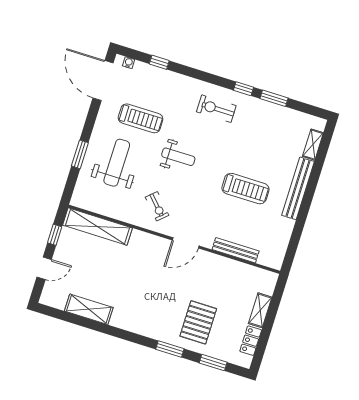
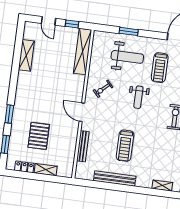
bench: (298, 188) -> (115, 179), moved
pallet: (198, 322) -> (39, 136), moved, turned 90

